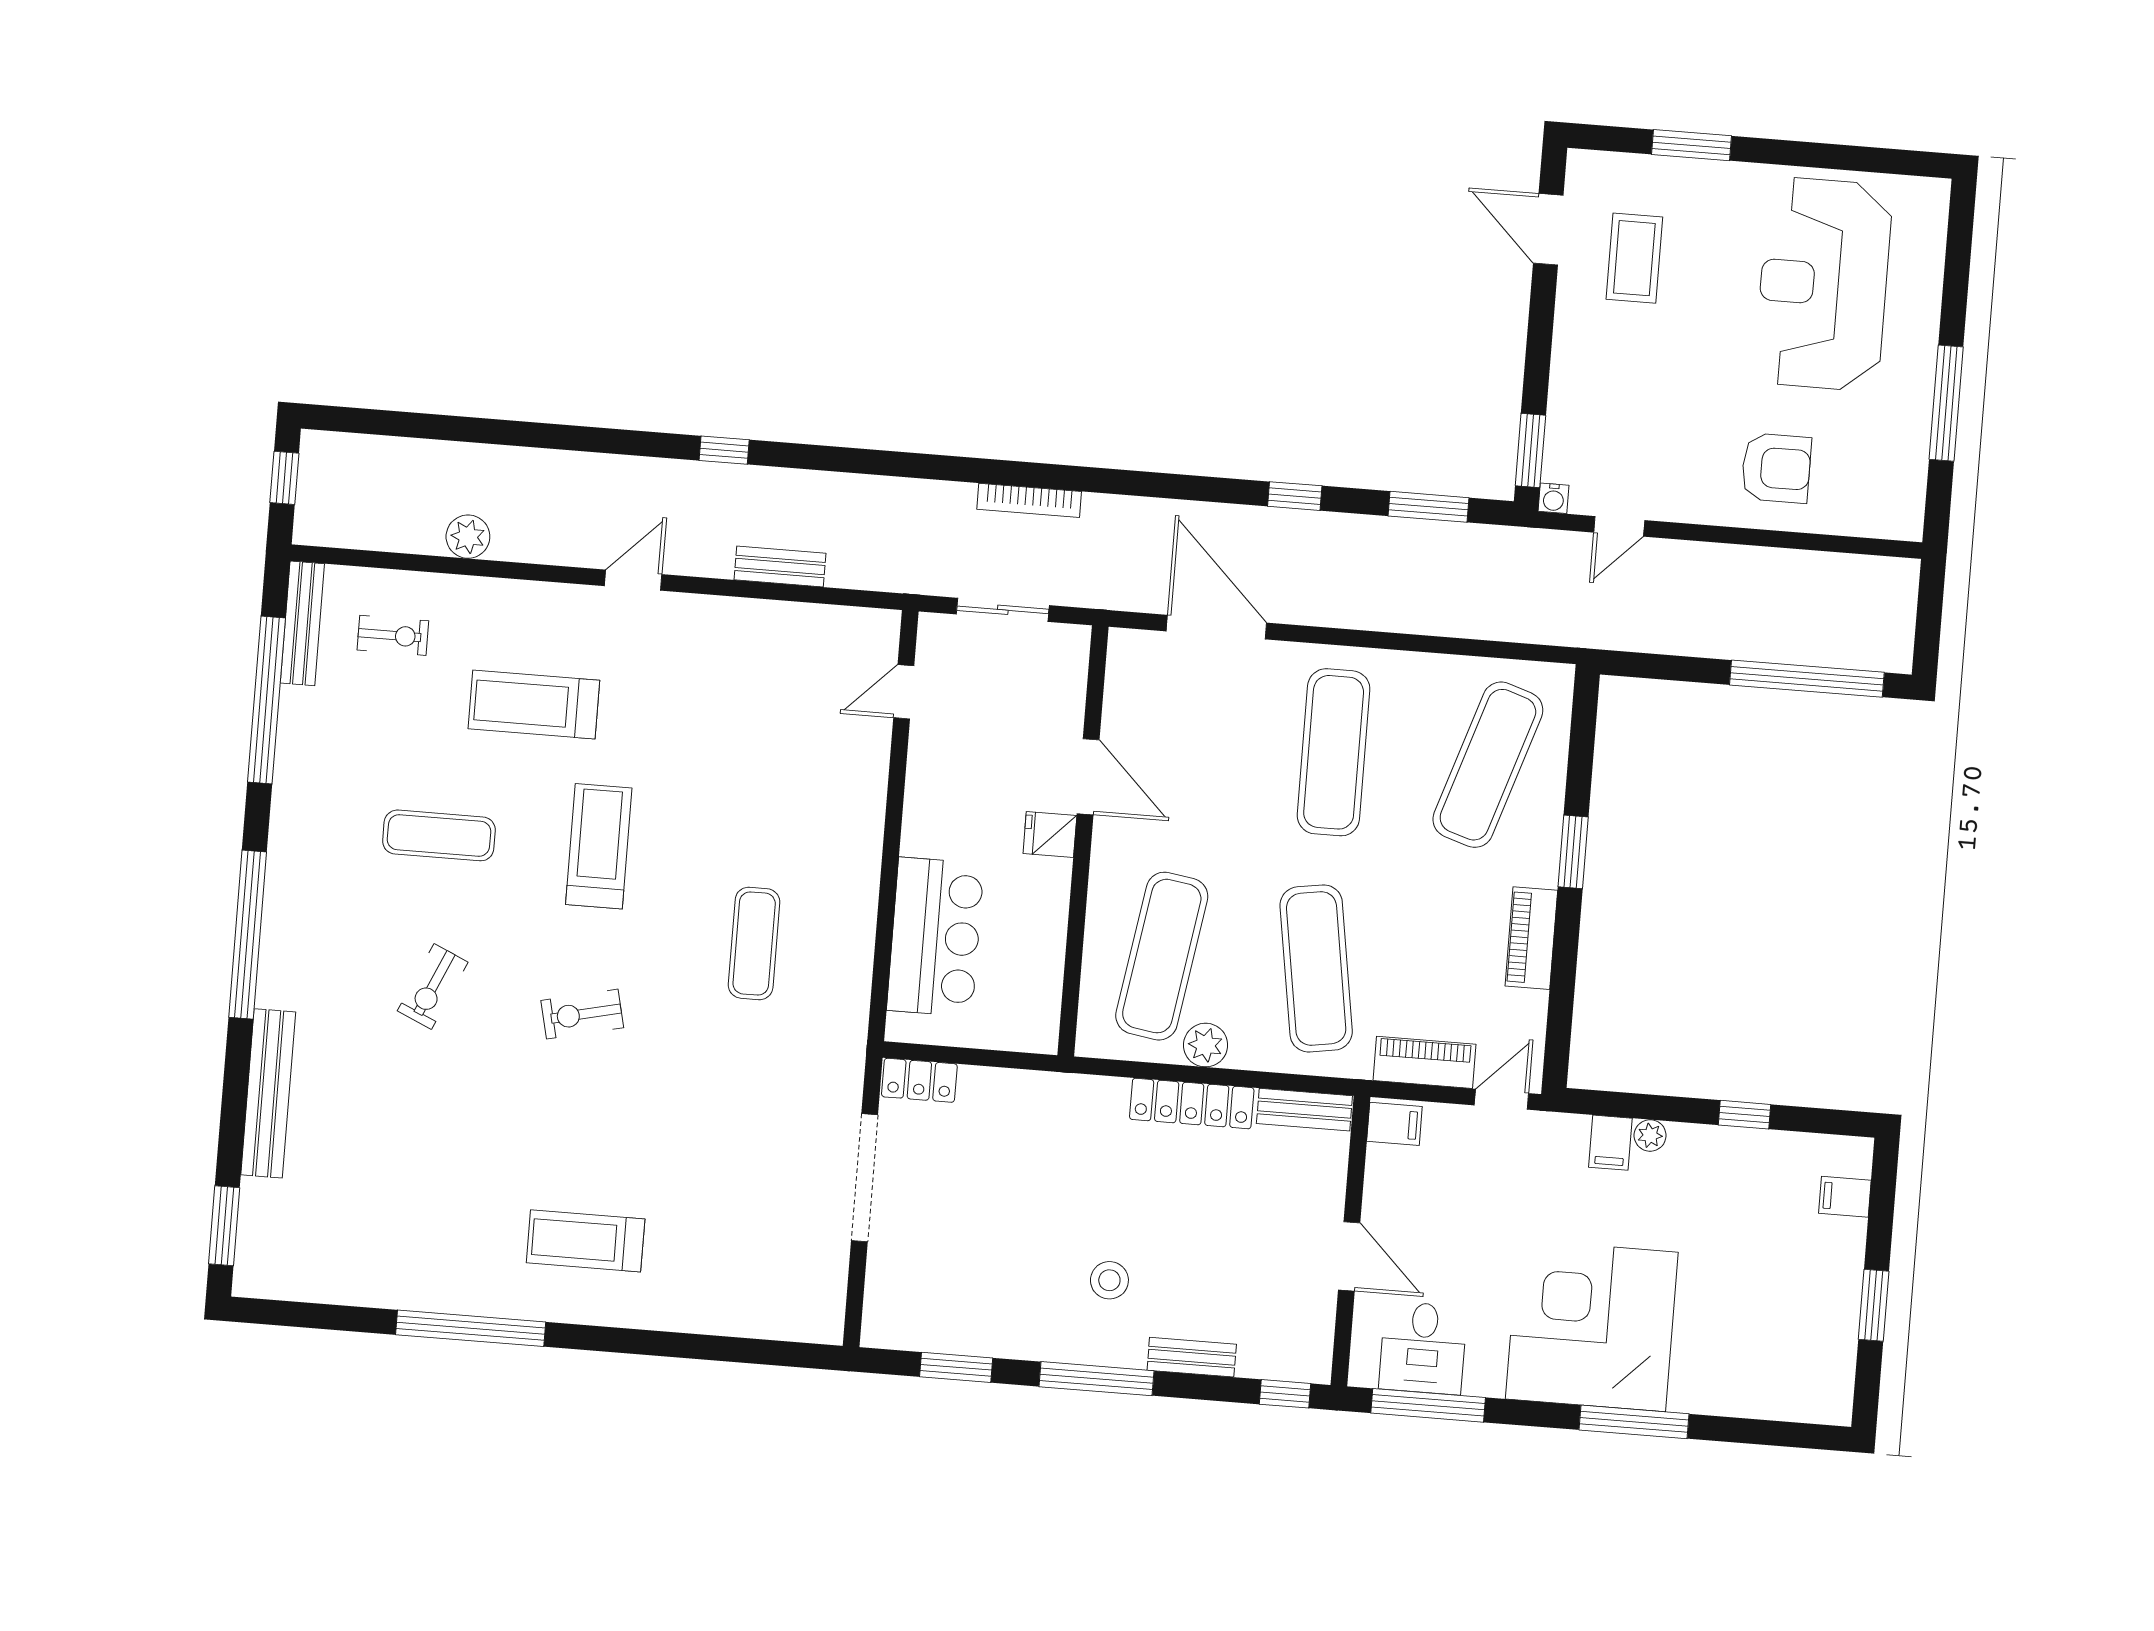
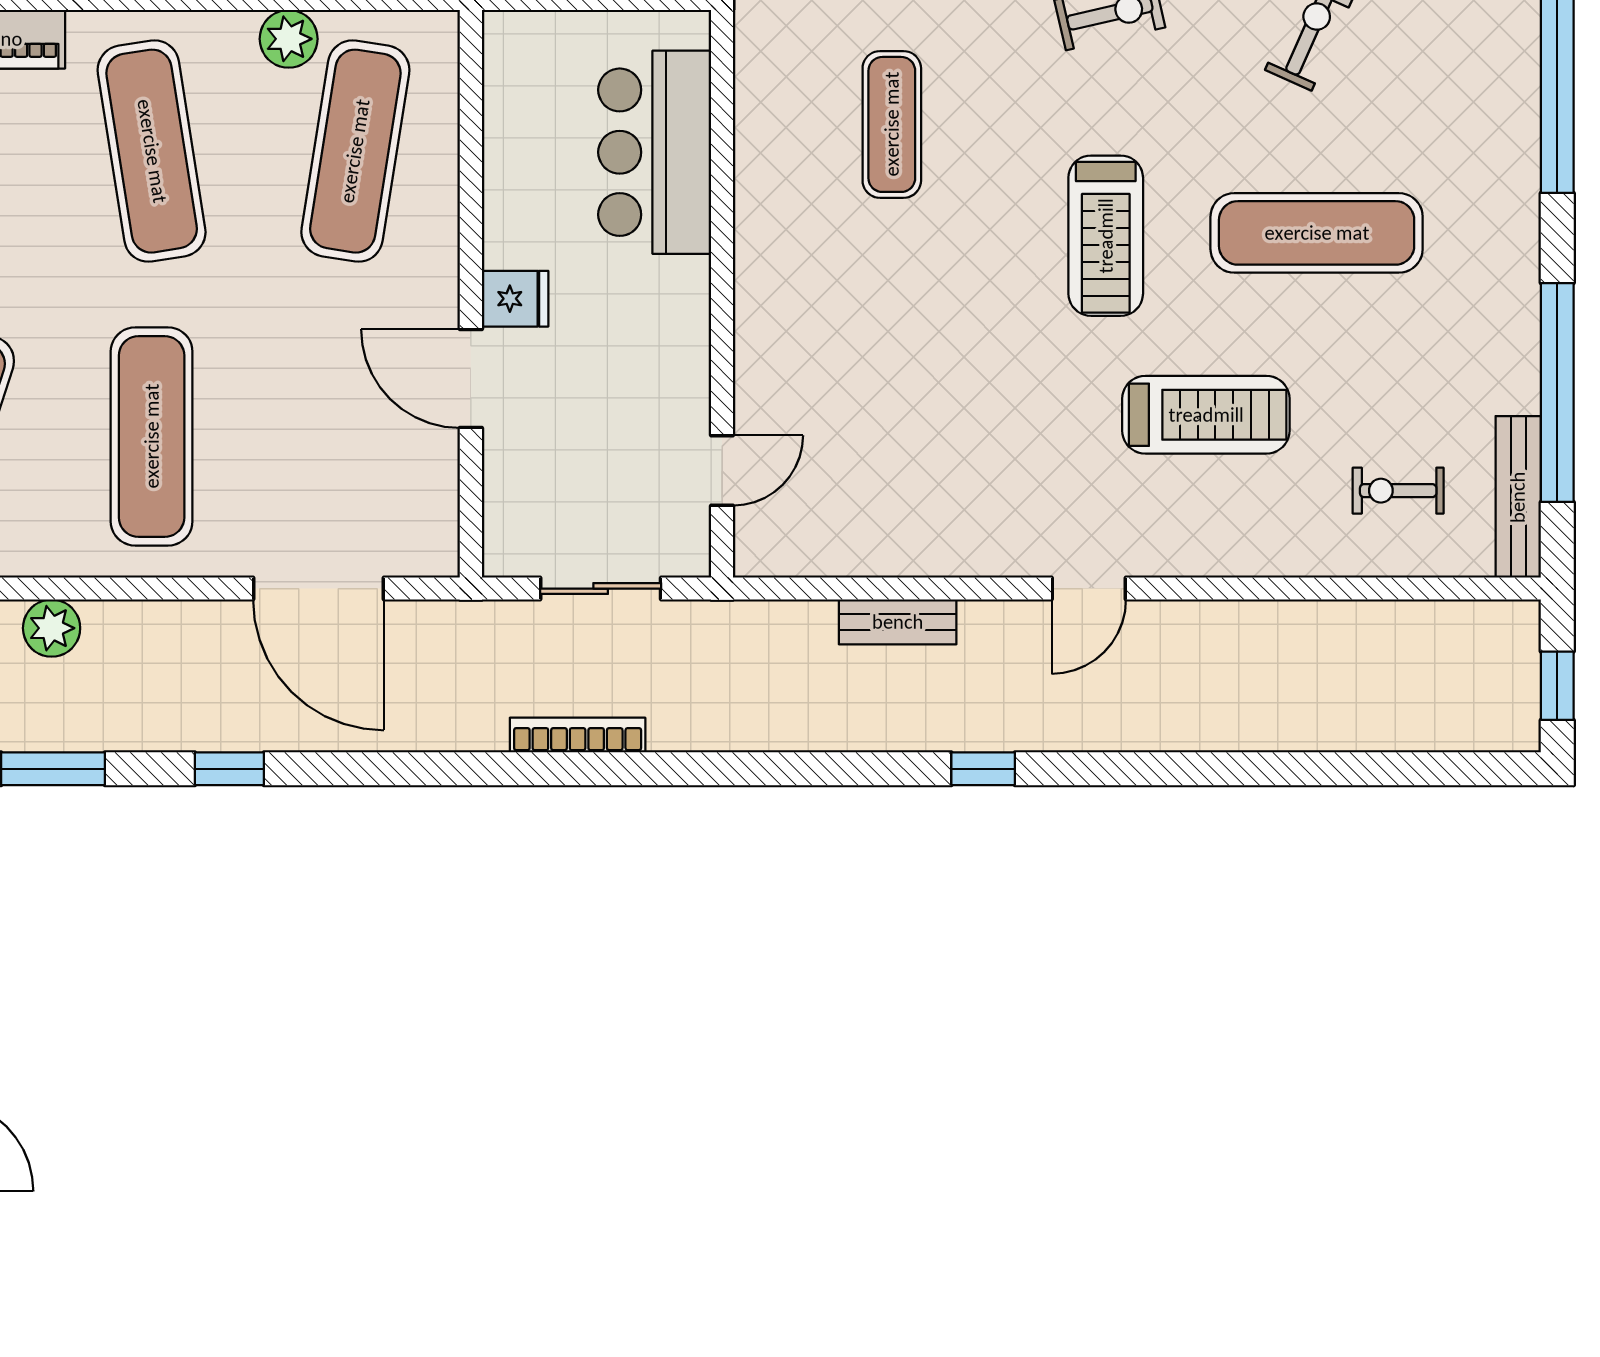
plant: (468, 537) -> (52, 628), moved
exercise mat: (439, 835) -> (1317, 233), width x1.36, depth x1.45

